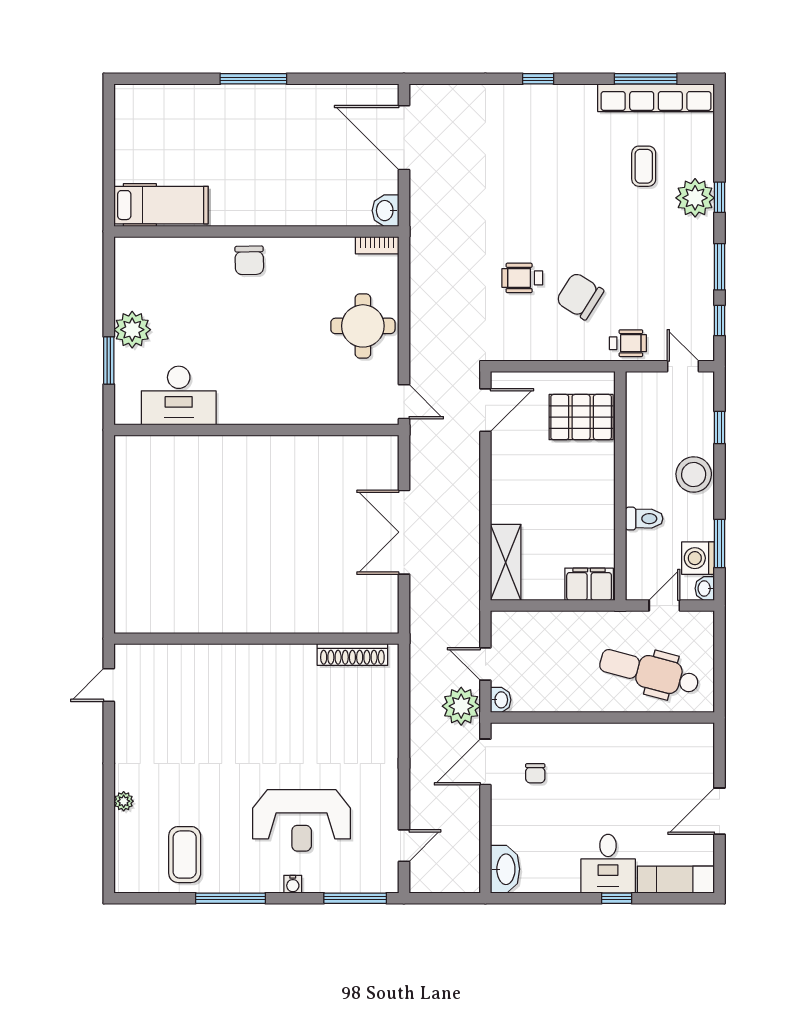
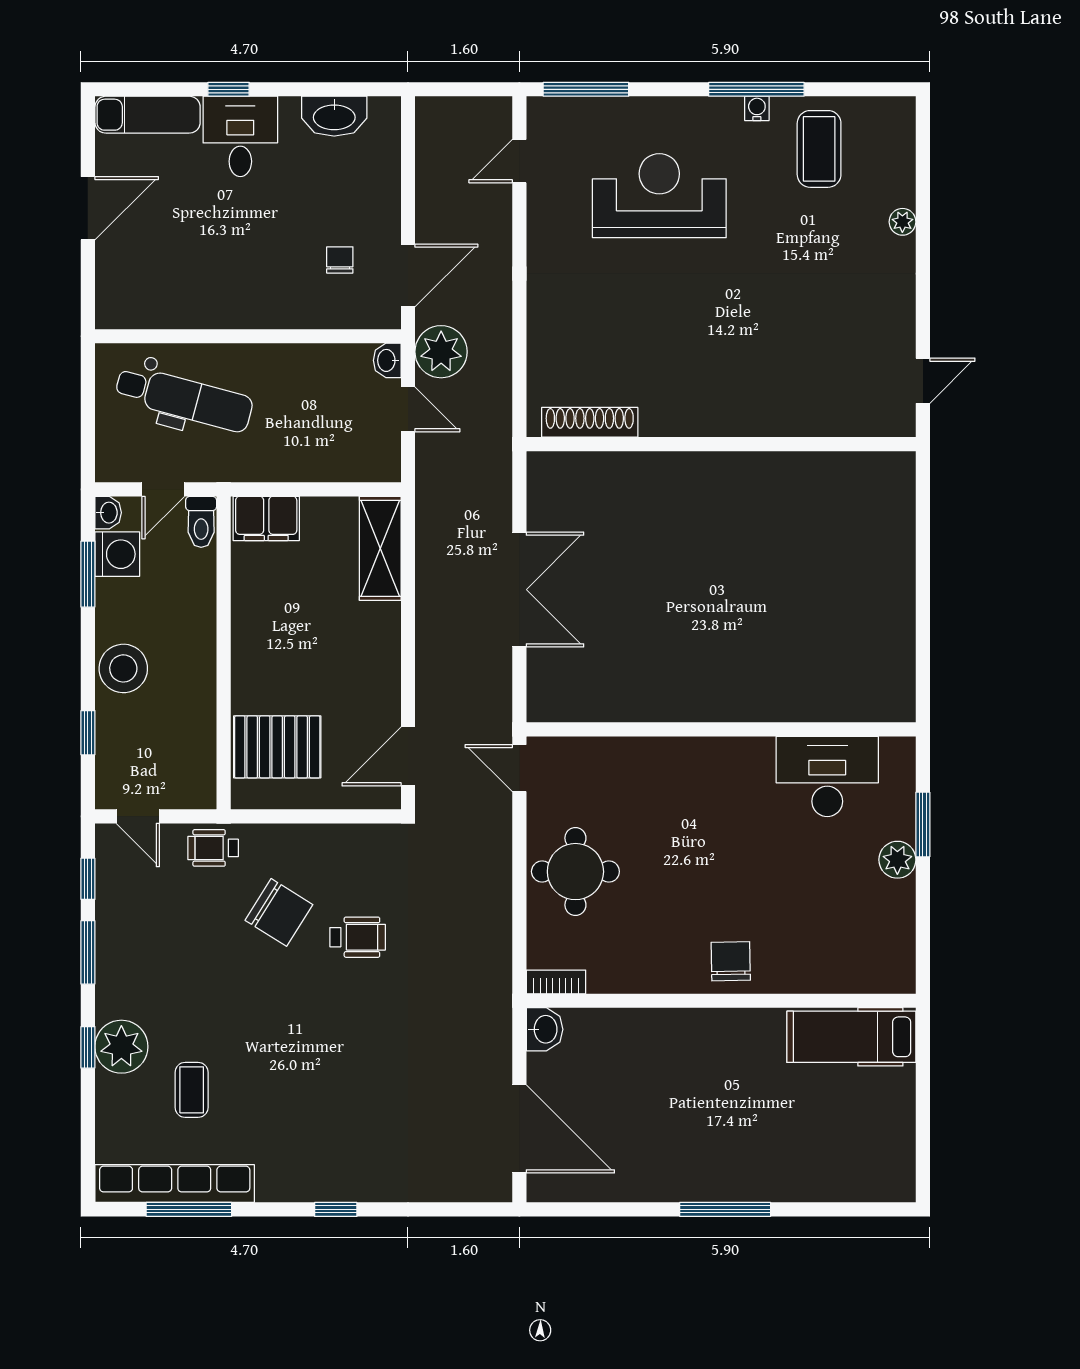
plant: (132, 330) -> (897, 860), width x0.73, depth x0.73
toilet: (644, 519) -> (201, 522), moved, turned -90
washbasin: (505, 869) -> (334, 116), moved, turned -90
water cooler: (293, 884) -> (757, 108), moved

